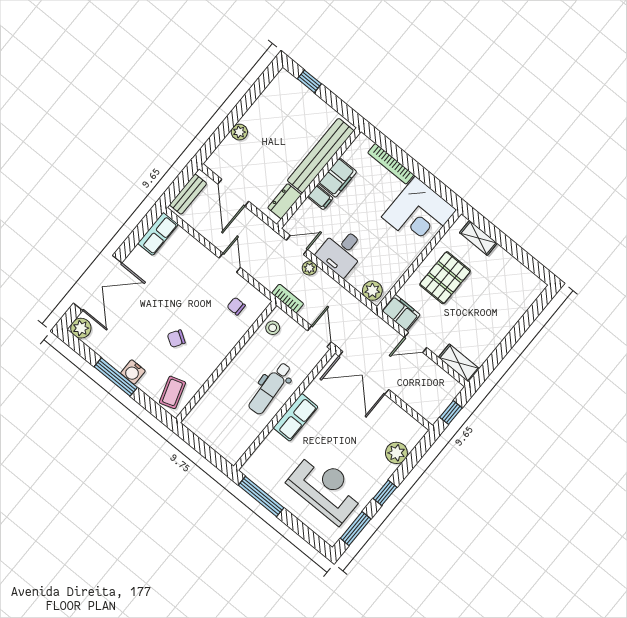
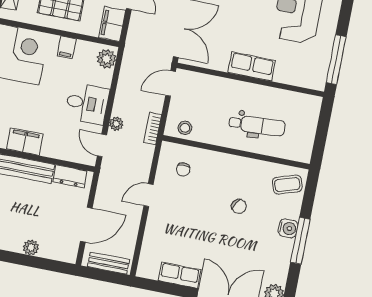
filing cabinet: (320, 197) -> (67, 47), moved, turned 180
row of seats: (158, 234) -> (180, 275), moved
dental chair: (270, 388) -> (257, 125), moved

